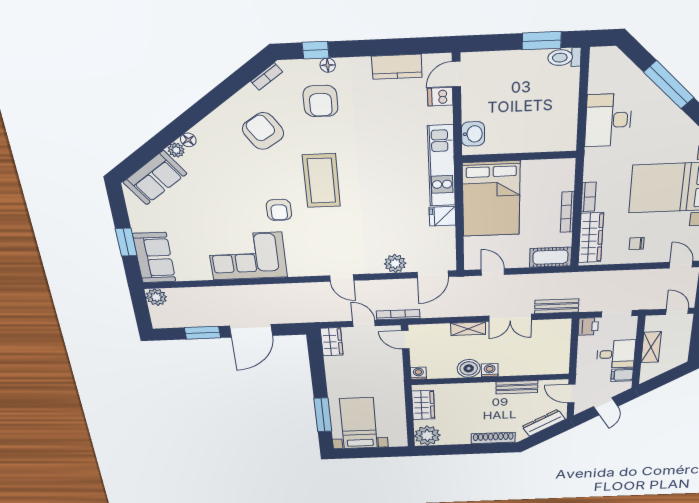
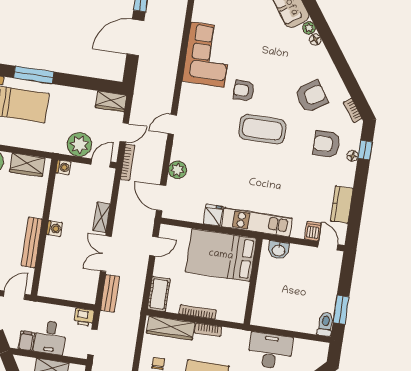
door: (251, 331) -> (135, 37), hinge flipped
plant: (389, 363) -> (79, 145), added
boiler: (469, 368) -> (60, 211), removed
bench: (517, 387) -> (32, 242), width x1.36

